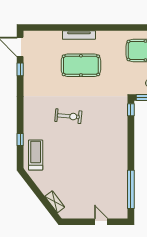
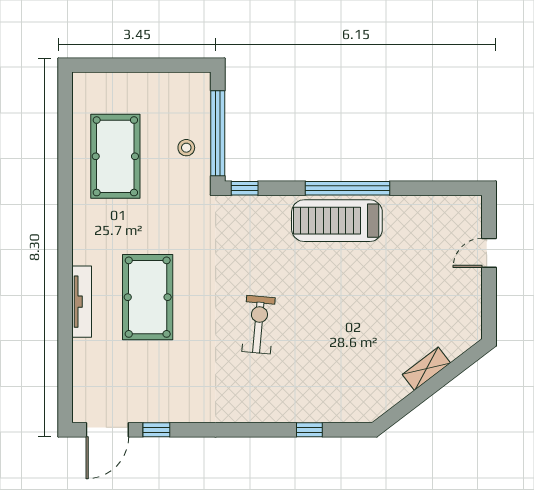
treadmill: (36, 155) -> (337, 221), moved, width x1.37, depth x1.38
window: (131, 189) -> (347, 188), moved
shelving: (55, 202) -> (426, 369), moved

